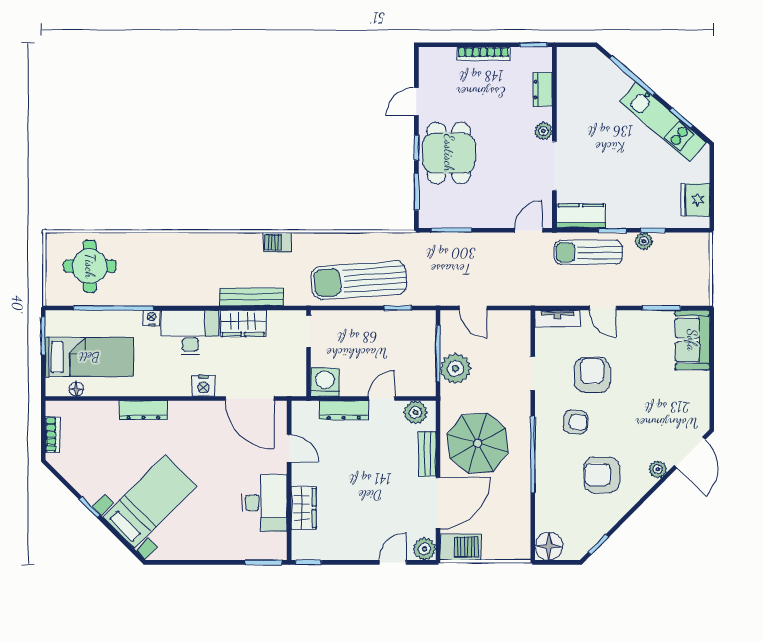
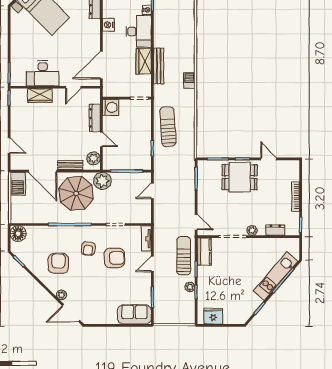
kitchen unit: (663, 122) -> (276, 276), moved
sun lounger: (359, 280) -> (168, 127), width x0.73, depth x0.75
plant: (455, 368) -> (102, 181), moved
nightstand: (203, 386) -> (108, 25), moved
plant: (424, 549) -> (17, 163), removed

